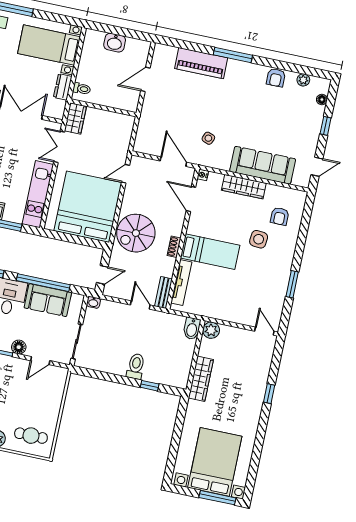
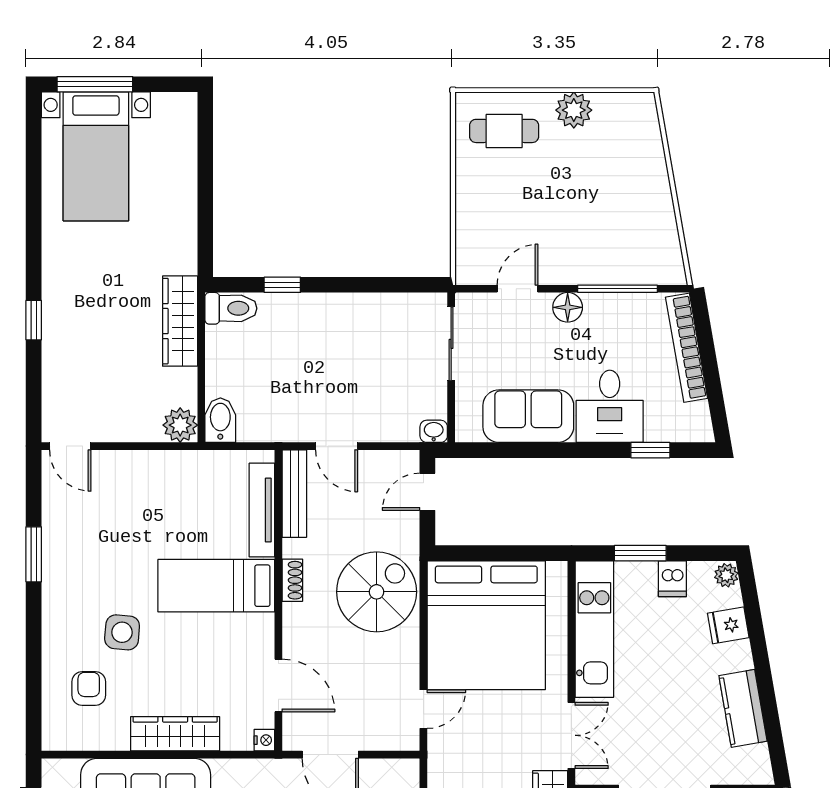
window: (43, 283) -> (545, 450), removed
bench: (163, 292) -> (294, 494), width x1.36
toilet: (136, 366) -> (231, 308), moved, turned -90
bed with nightstands: (215, 462) -> (96, 156), width x0.73

